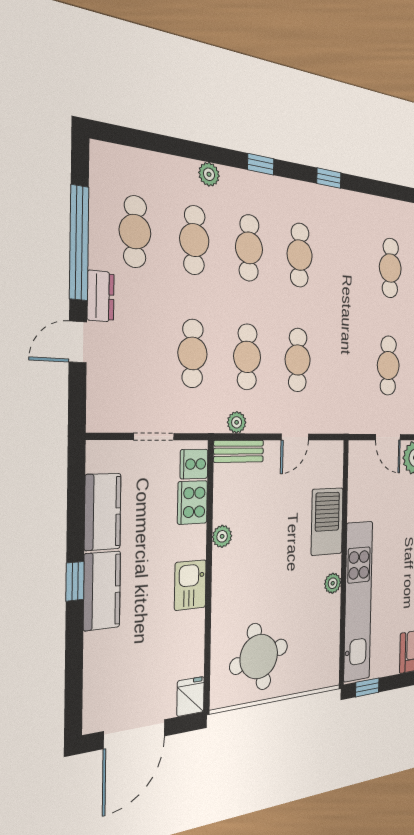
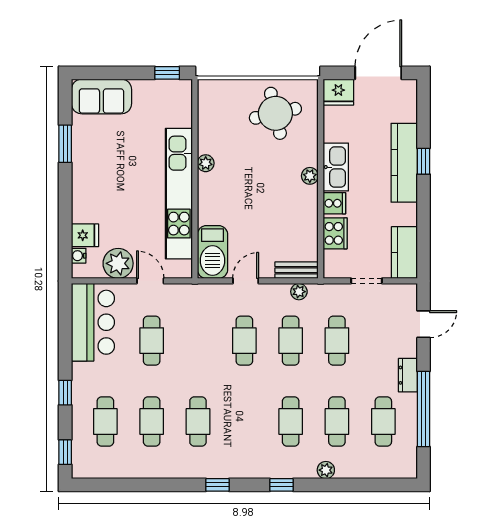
cafe table: (300, 255) -> (198, 422), moved
door: (78, 342) -> (424, 324), moved
cooker: (194, 464) -> (334, 203), moved
kitchen counter: (103, 512) -> (404, 253), moved
barbecue: (327, 522) -> (212, 252), moved
plant: (222, 536) -> (310, 176), moved
window: (75, 581) -> (424, 161), moved
kitchen sink: (190, 585) -> (336, 167), width x1.38
kitchen counter: (102, 591) -> (404, 163), width x1.50
kitchen unit: (358, 601) -> (179, 194), moved
fridge: (191, 696) -> (338, 92), width x1.38

